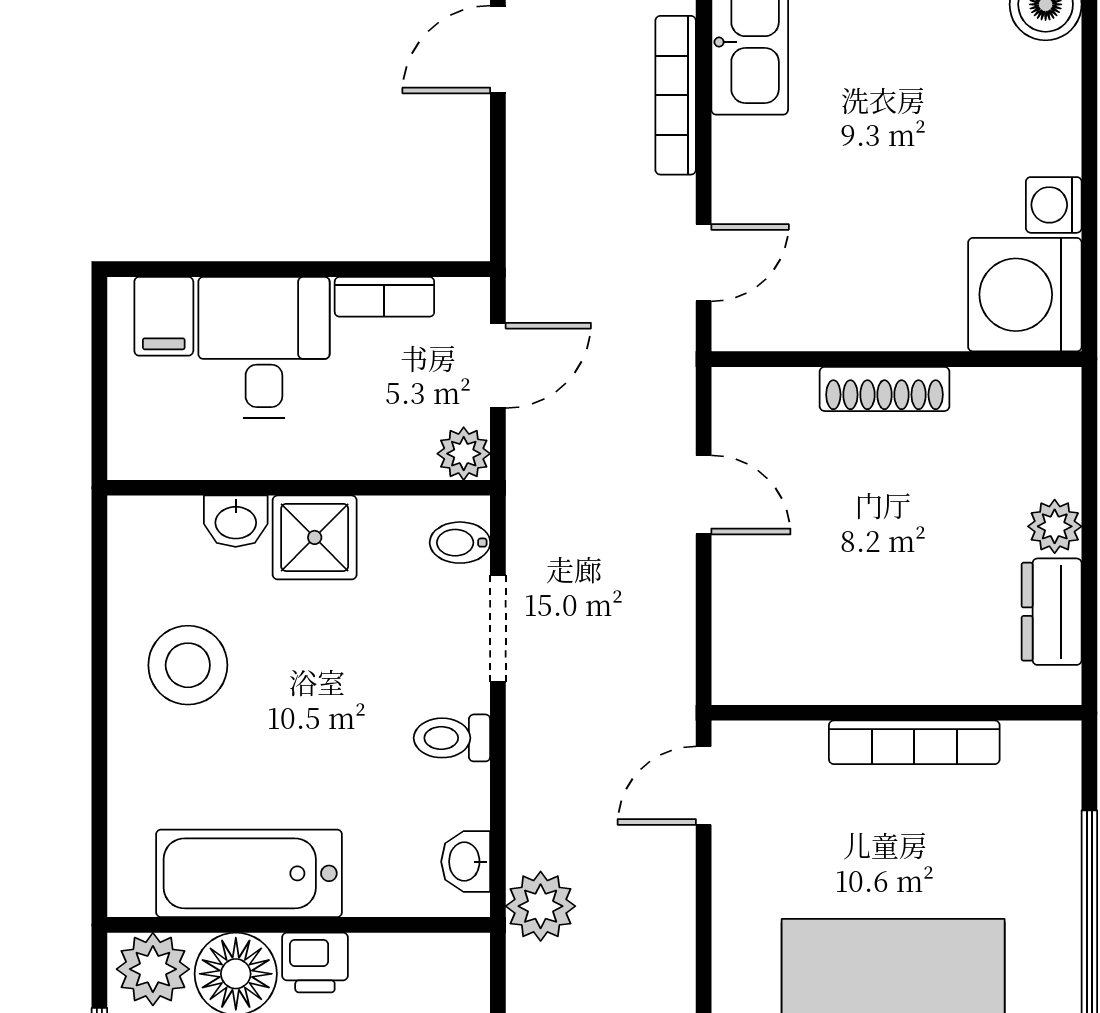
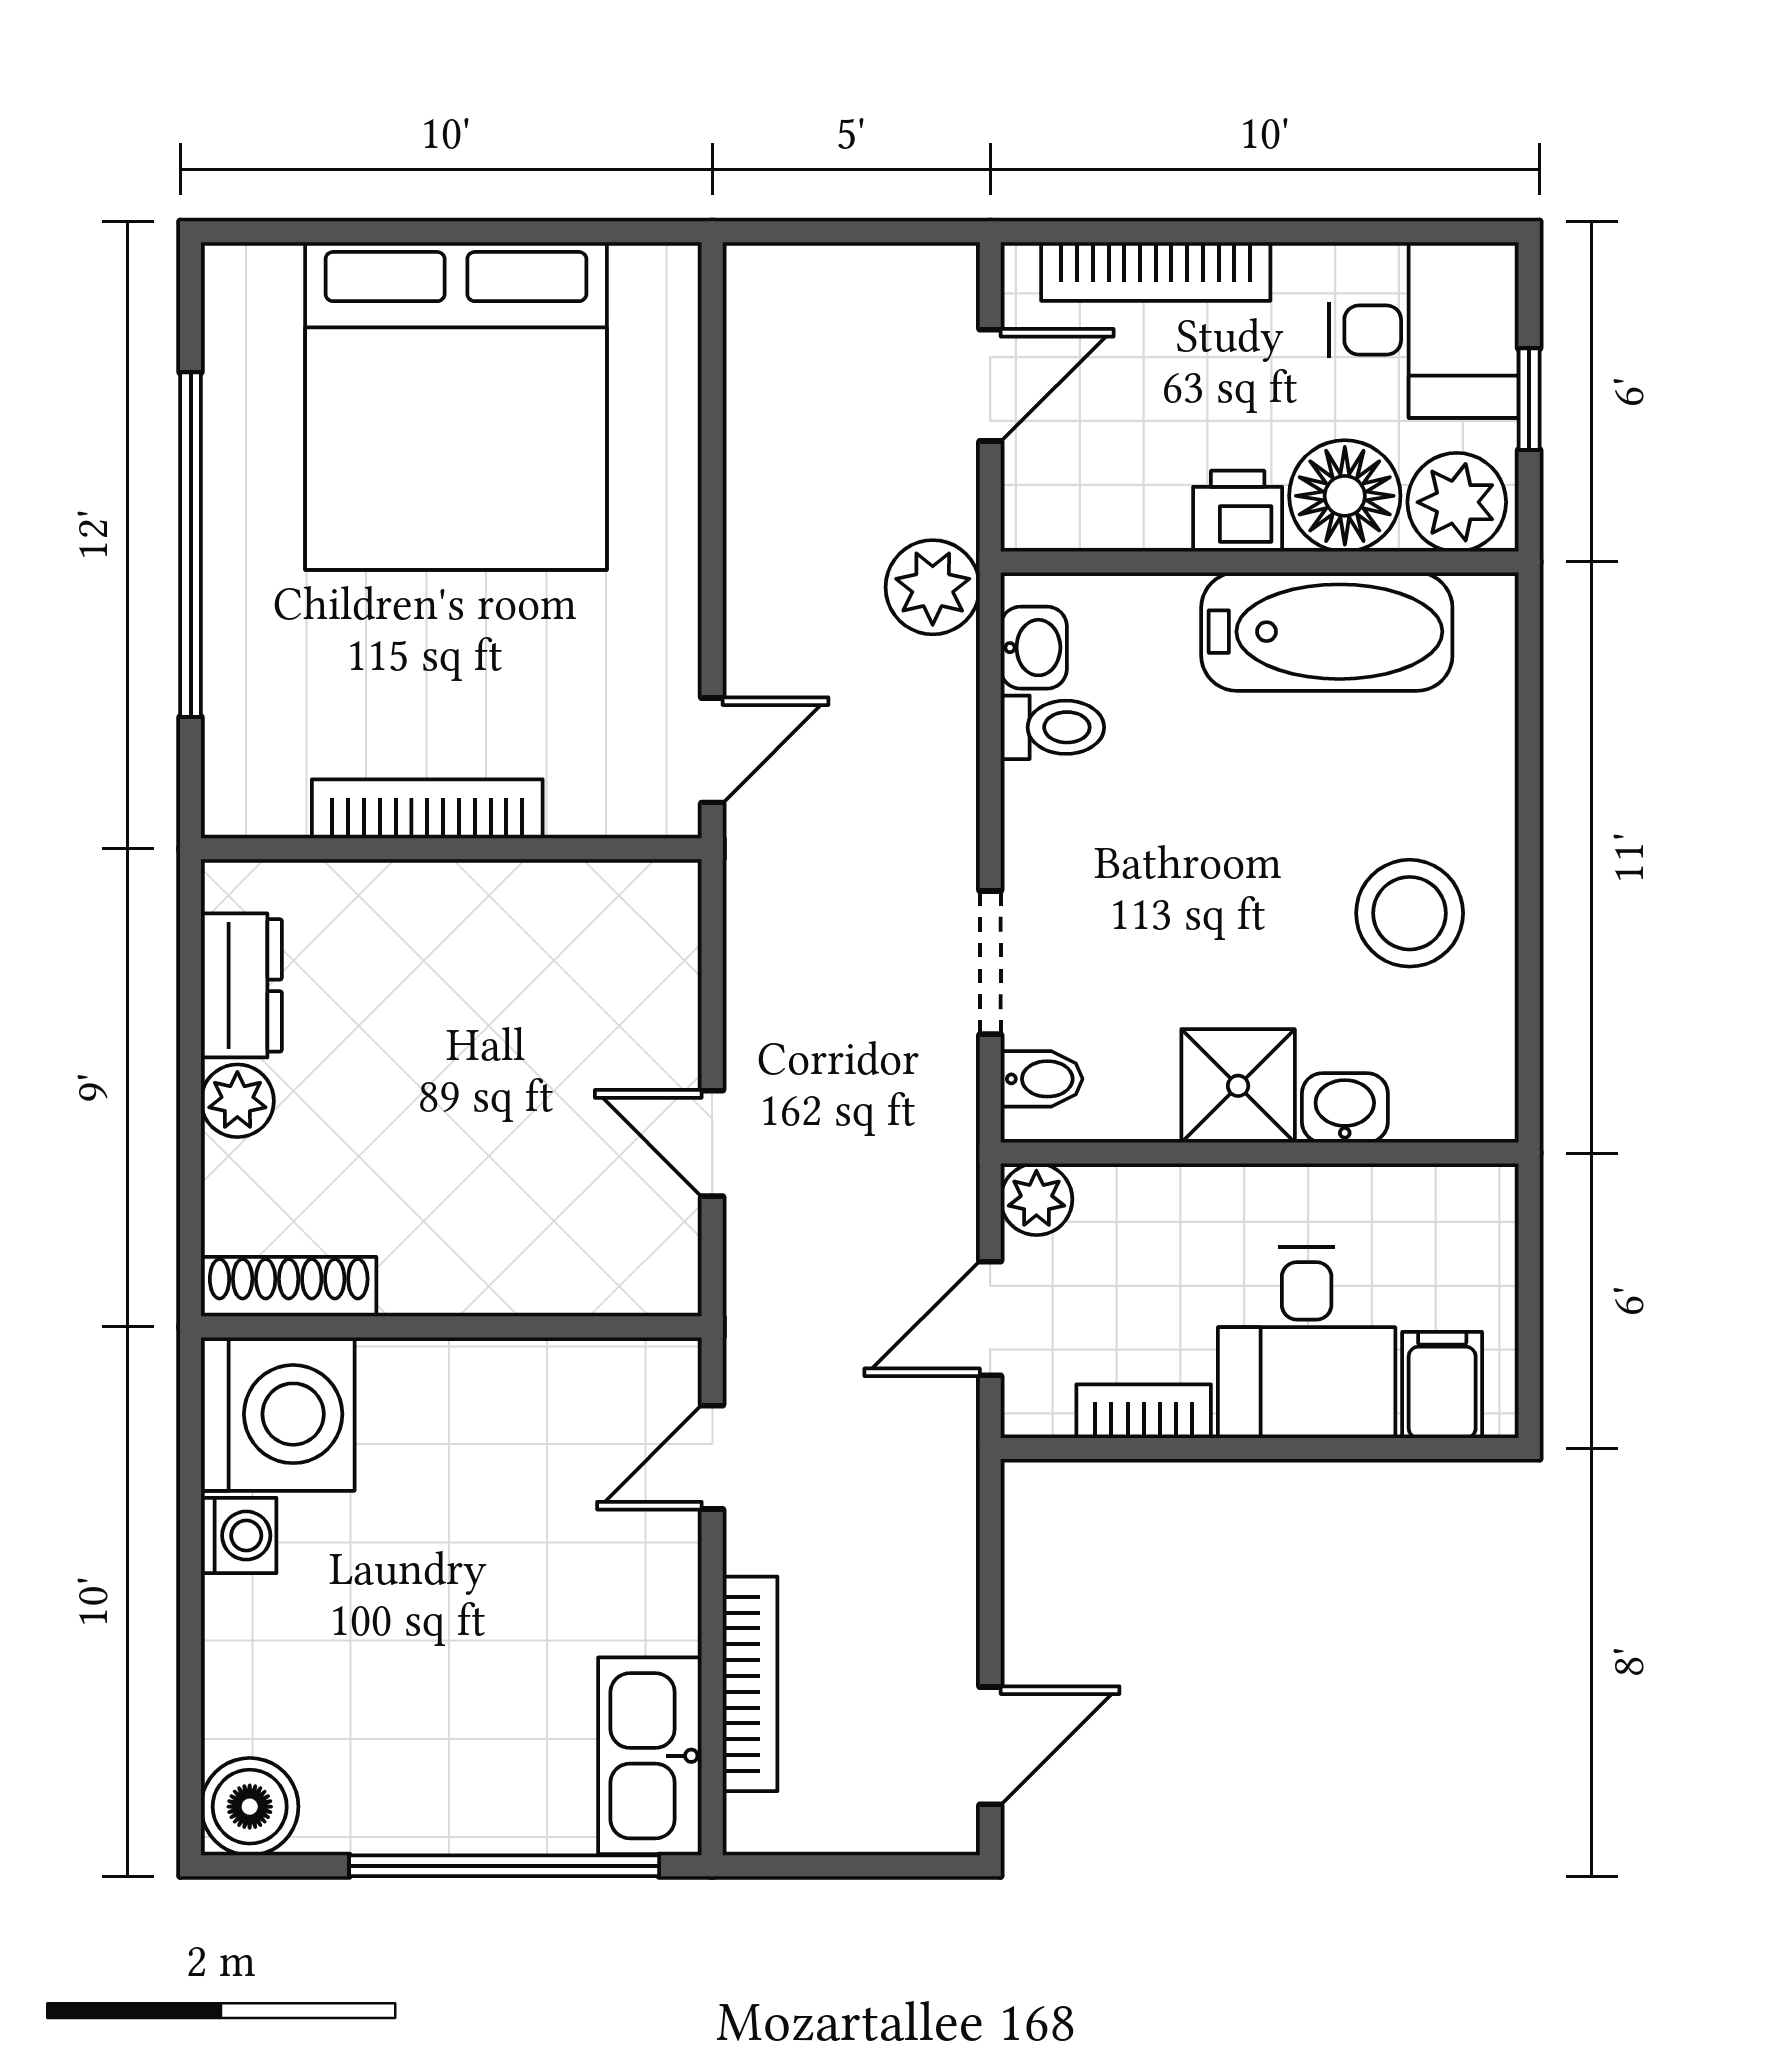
shoe rack: (884, 389) -> (289, 1287), moved
toilet: (452, 738) -> (1052, 727), moved

